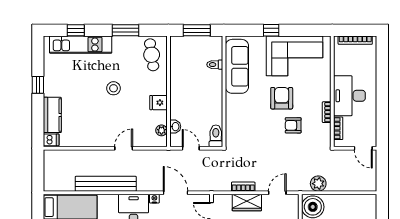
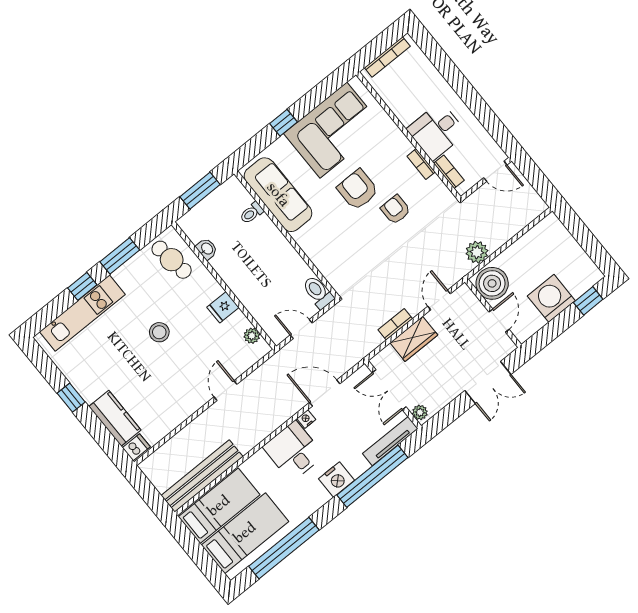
window: (76, 30) -> (82, 286), moved
desk: (349, 96) -> (437, 131), width x0.73
armchair: (293, 125) -> (395, 210), turned 90
washbasin: (175, 127) -> (207, 249), moved
bench: (106, 184) -> (202, 476), moved

